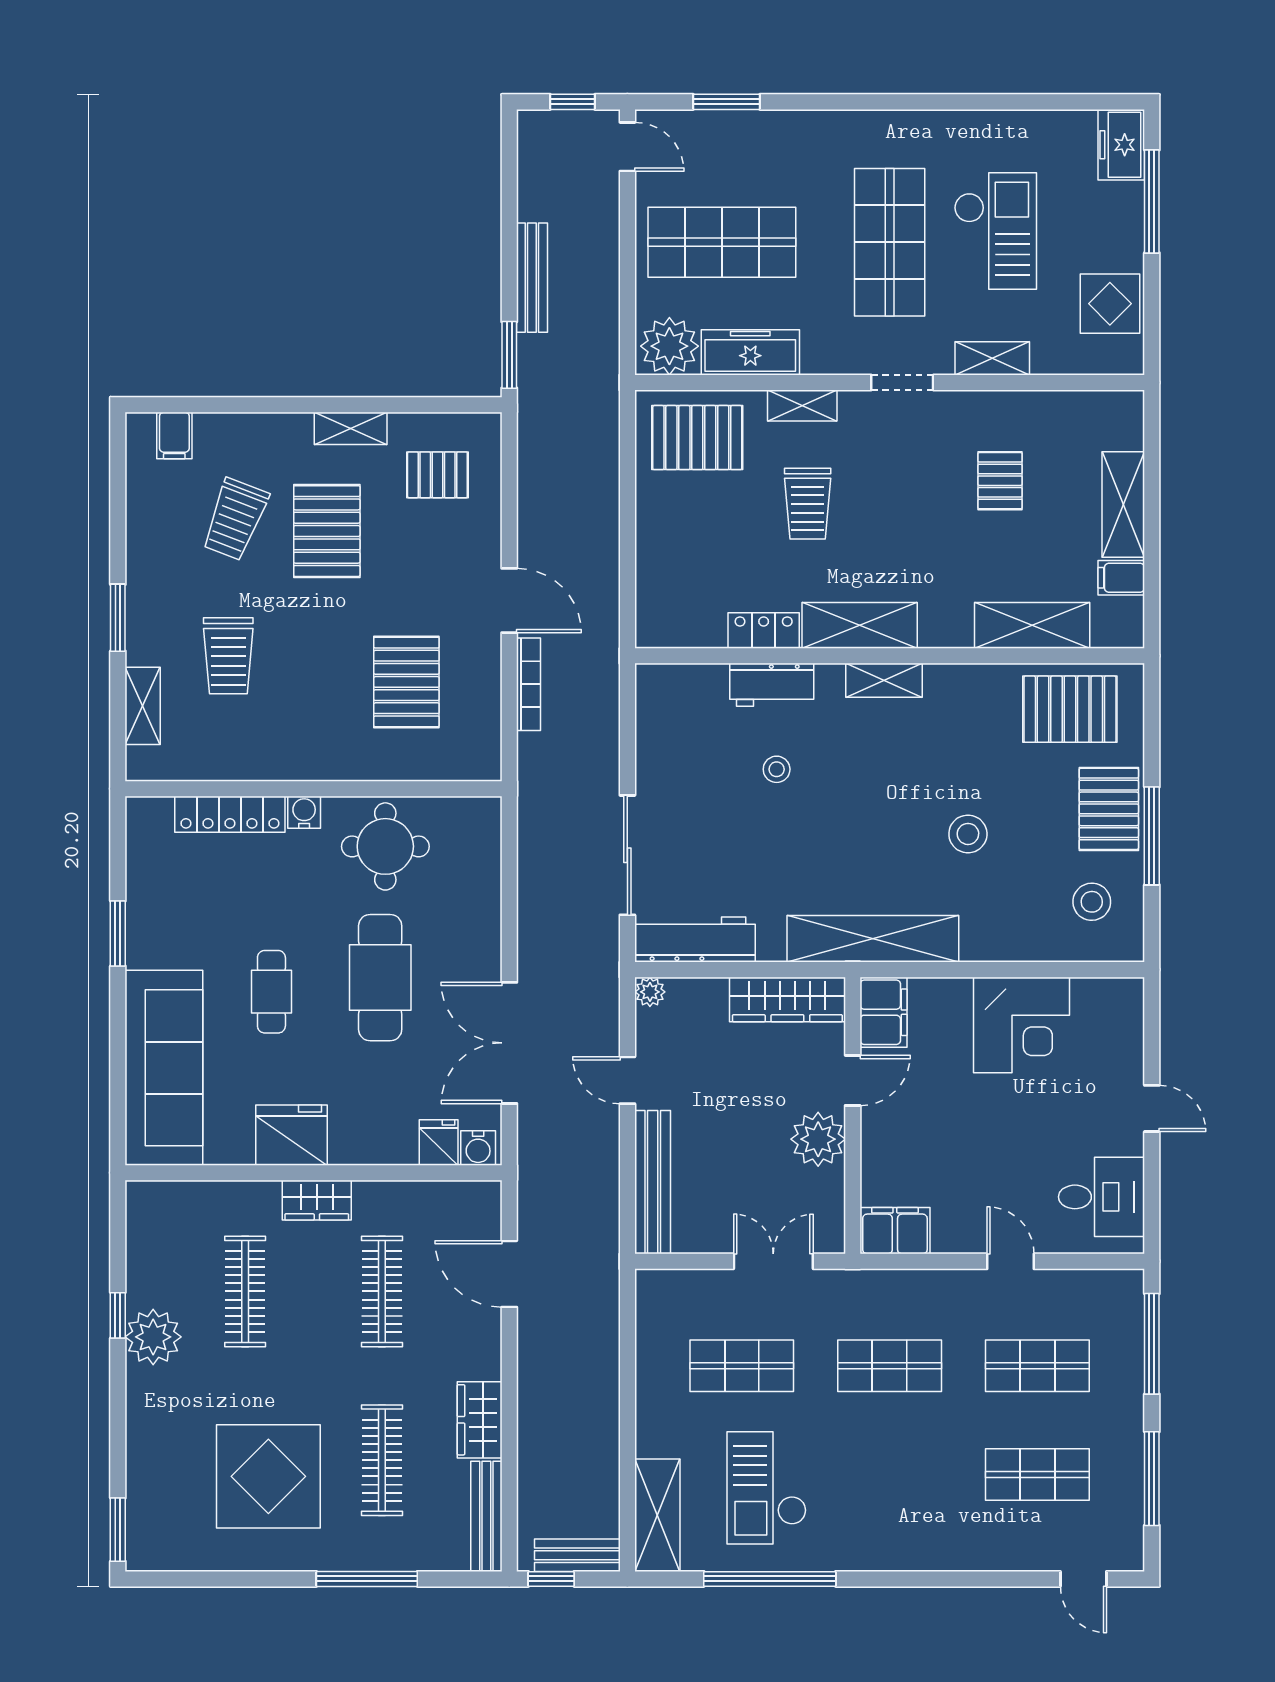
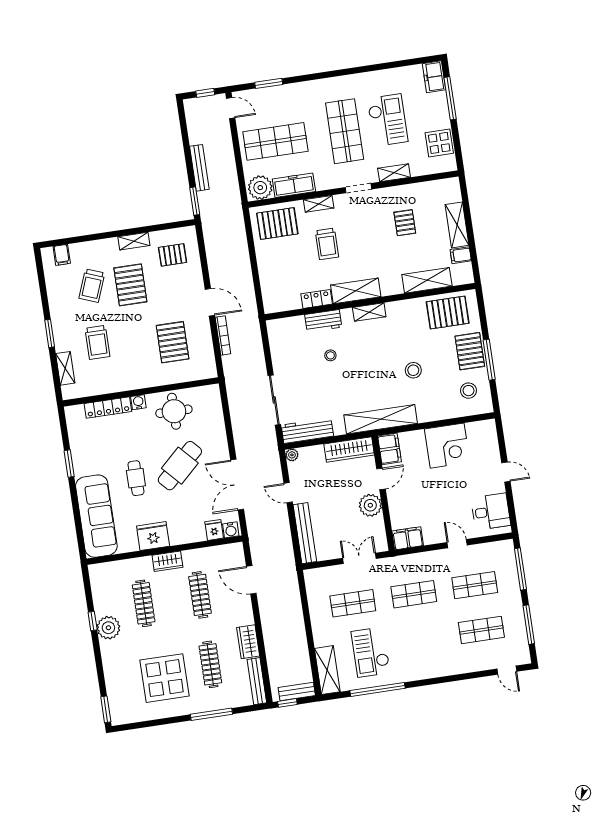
cafe table: (380, 978) -> (180, 466), turned 47

